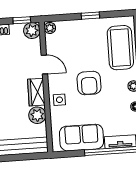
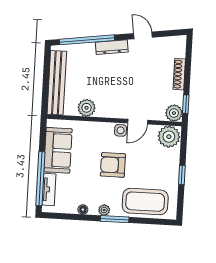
plant: (50, 28) -> (169, 137), width x1.88, depth x1.88
wardrobe: (36, 92) -> (110, 110), removed
side table: (59, 100) -> (121, 130), moved

